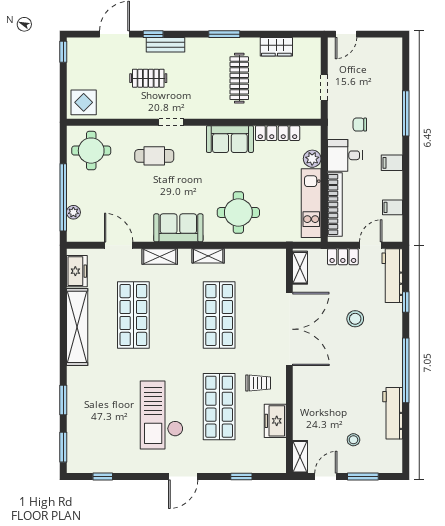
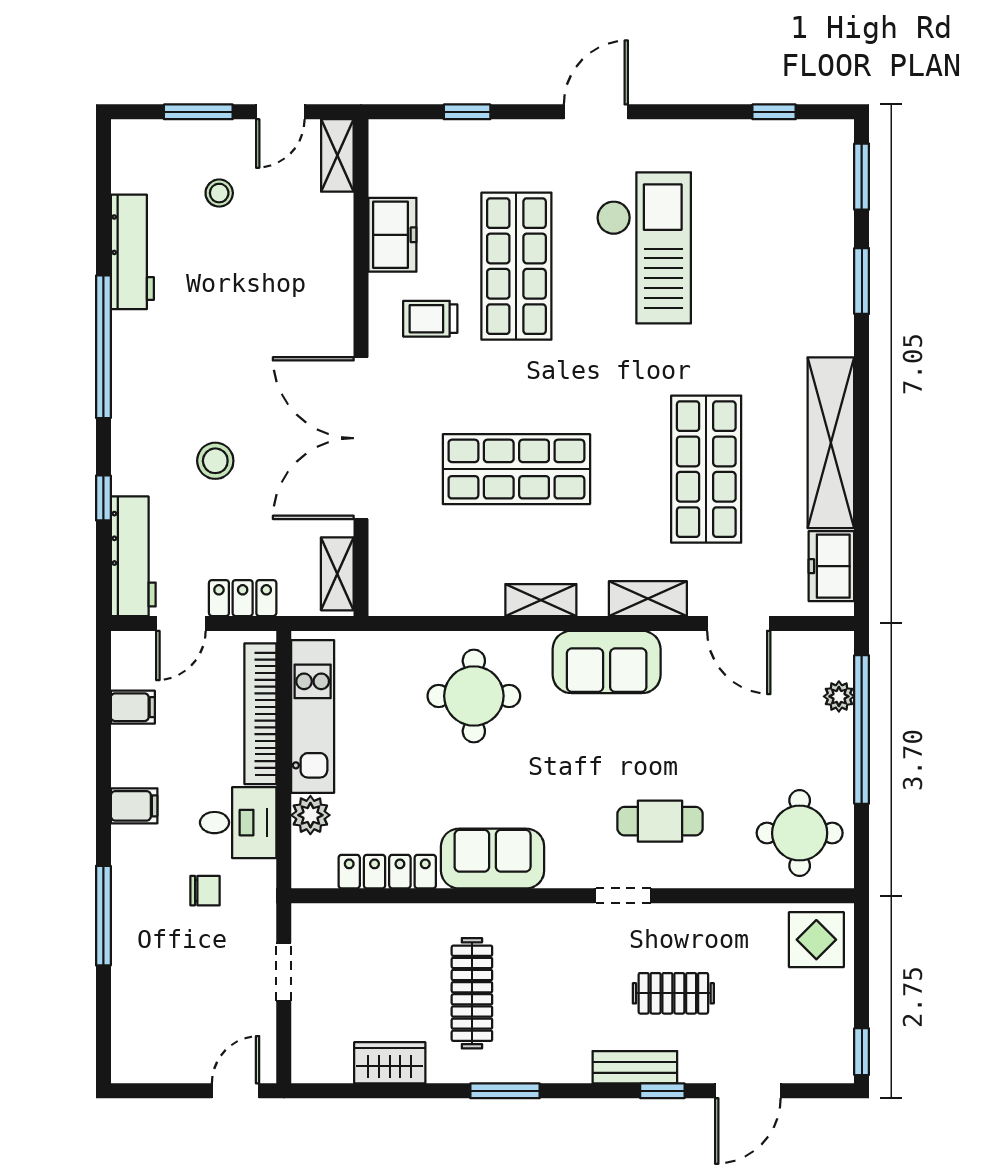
shop shelf: (219, 315) -> (516, 469), turned 90

